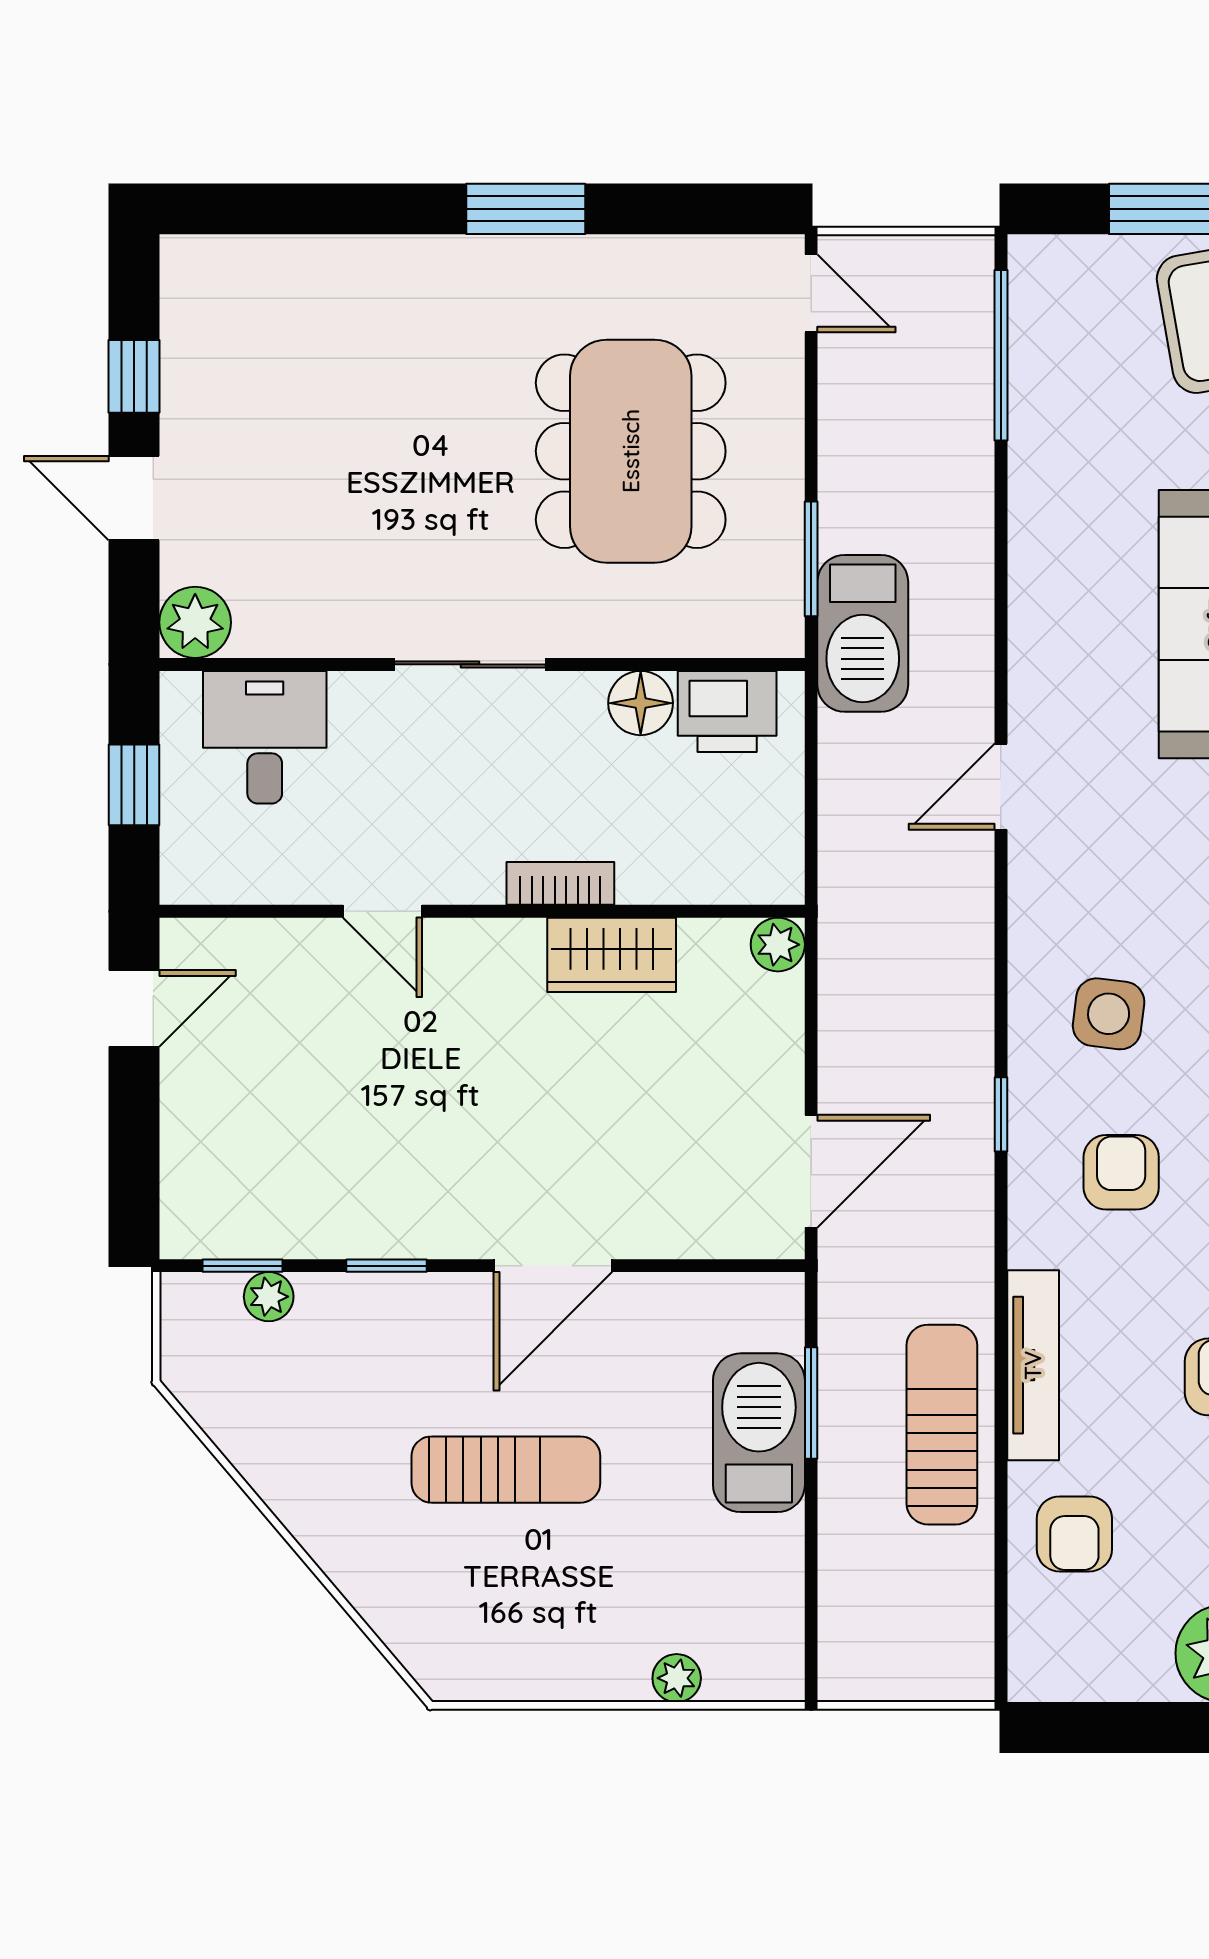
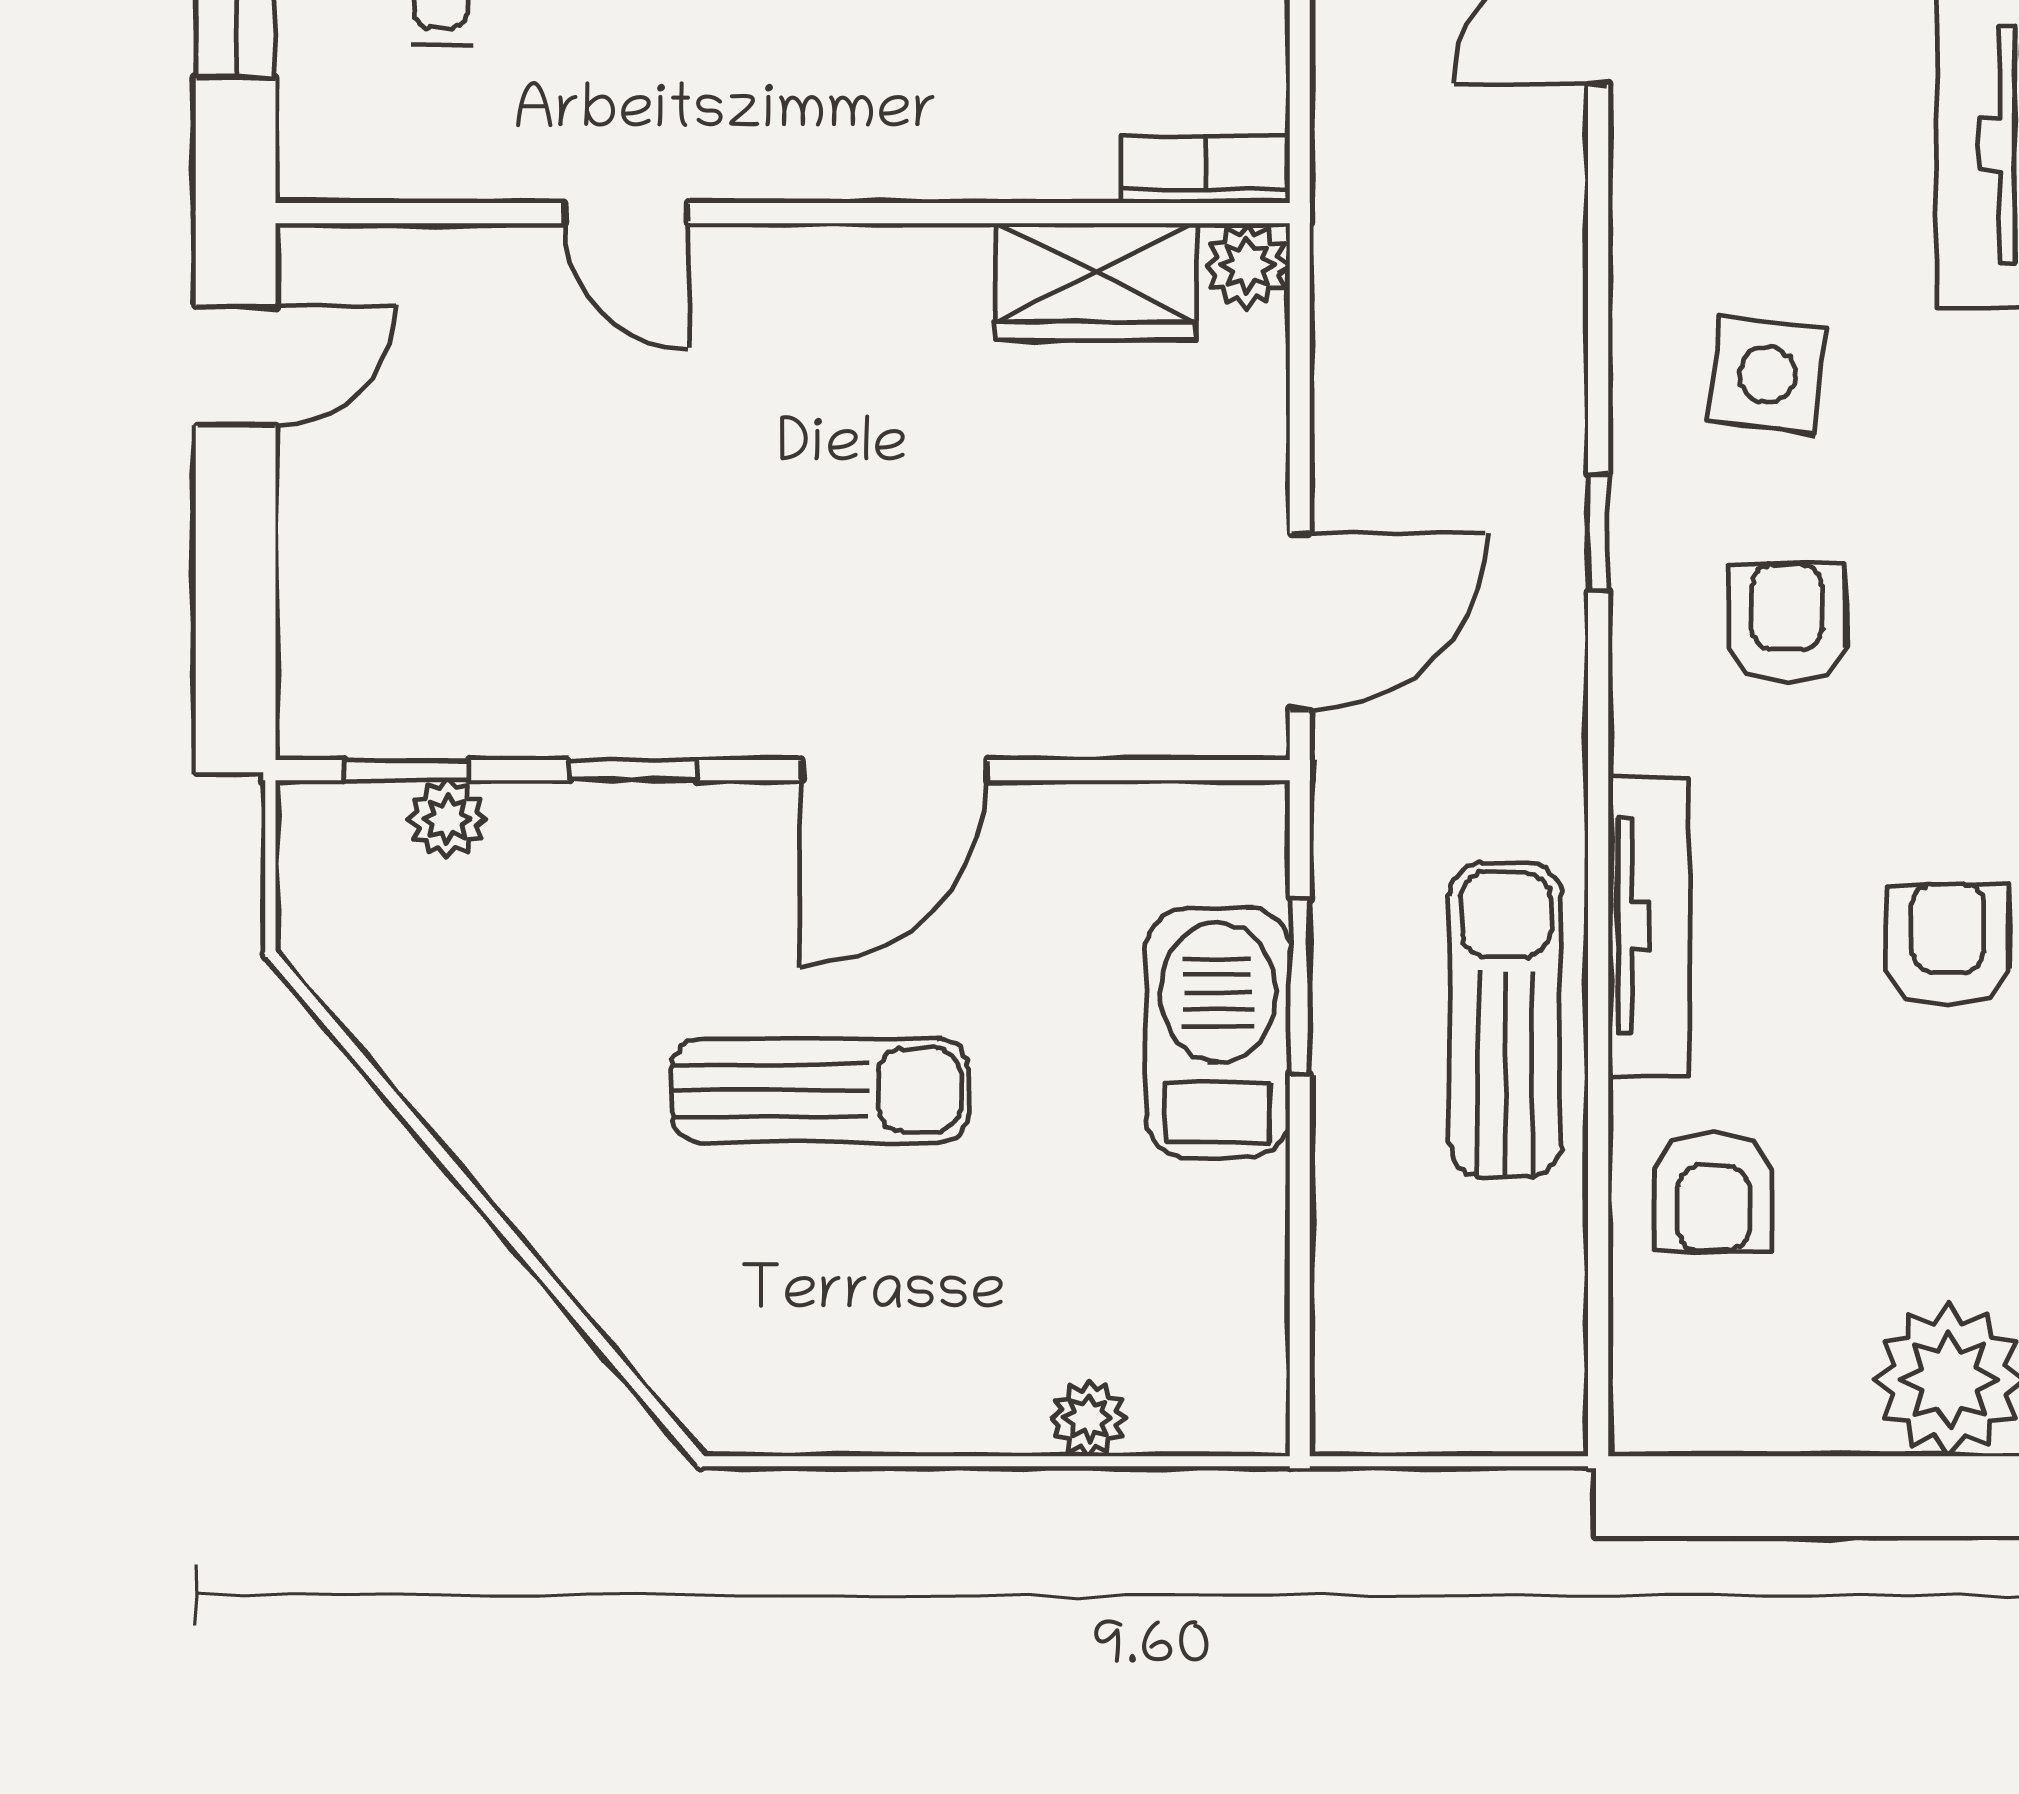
bookcase: (560, 883) -> (1205, 169), moved
wardrobe: (612, 955) -> (1096, 282), moved

